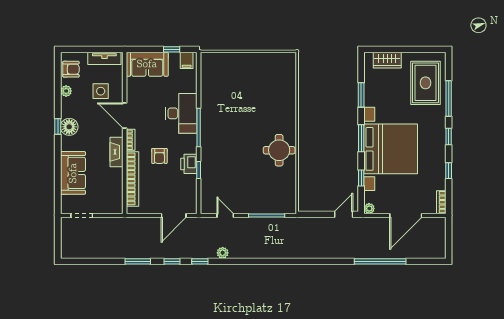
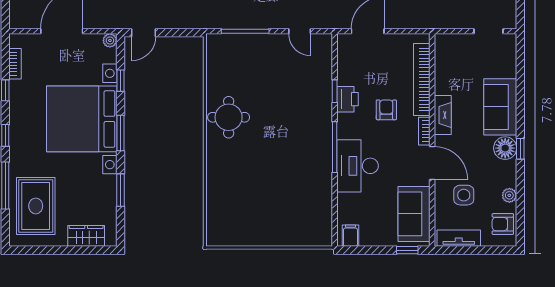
window: (172, 49) -> (407, 250), moved
sofa: (147, 64) -> (414, 214), moved, turned -90
sofa: (73, 173) -> (500, 107), moved
bookcase: (441, 202) -> (15, 64), moved

